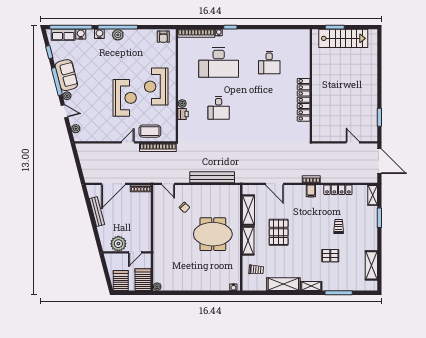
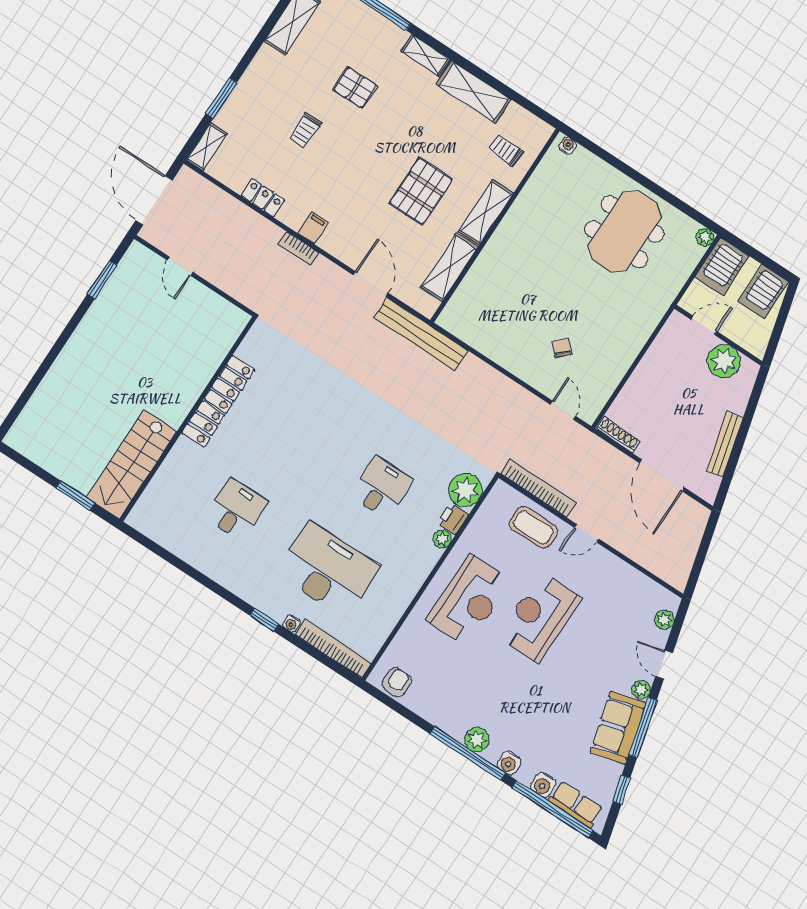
stairs: (343, 38) -> (132, 464), moved, turned -90
plant: (186, 128) -> (465, 490), added
bench: (212, 177) -> (421, 334), moved
door: (113, 184) -> (662, 475), swing flipped
locker: (338, 190) -> (263, 198), width x0.66
meeting table: (213, 234) -> (624, 232), moved, turned 90

